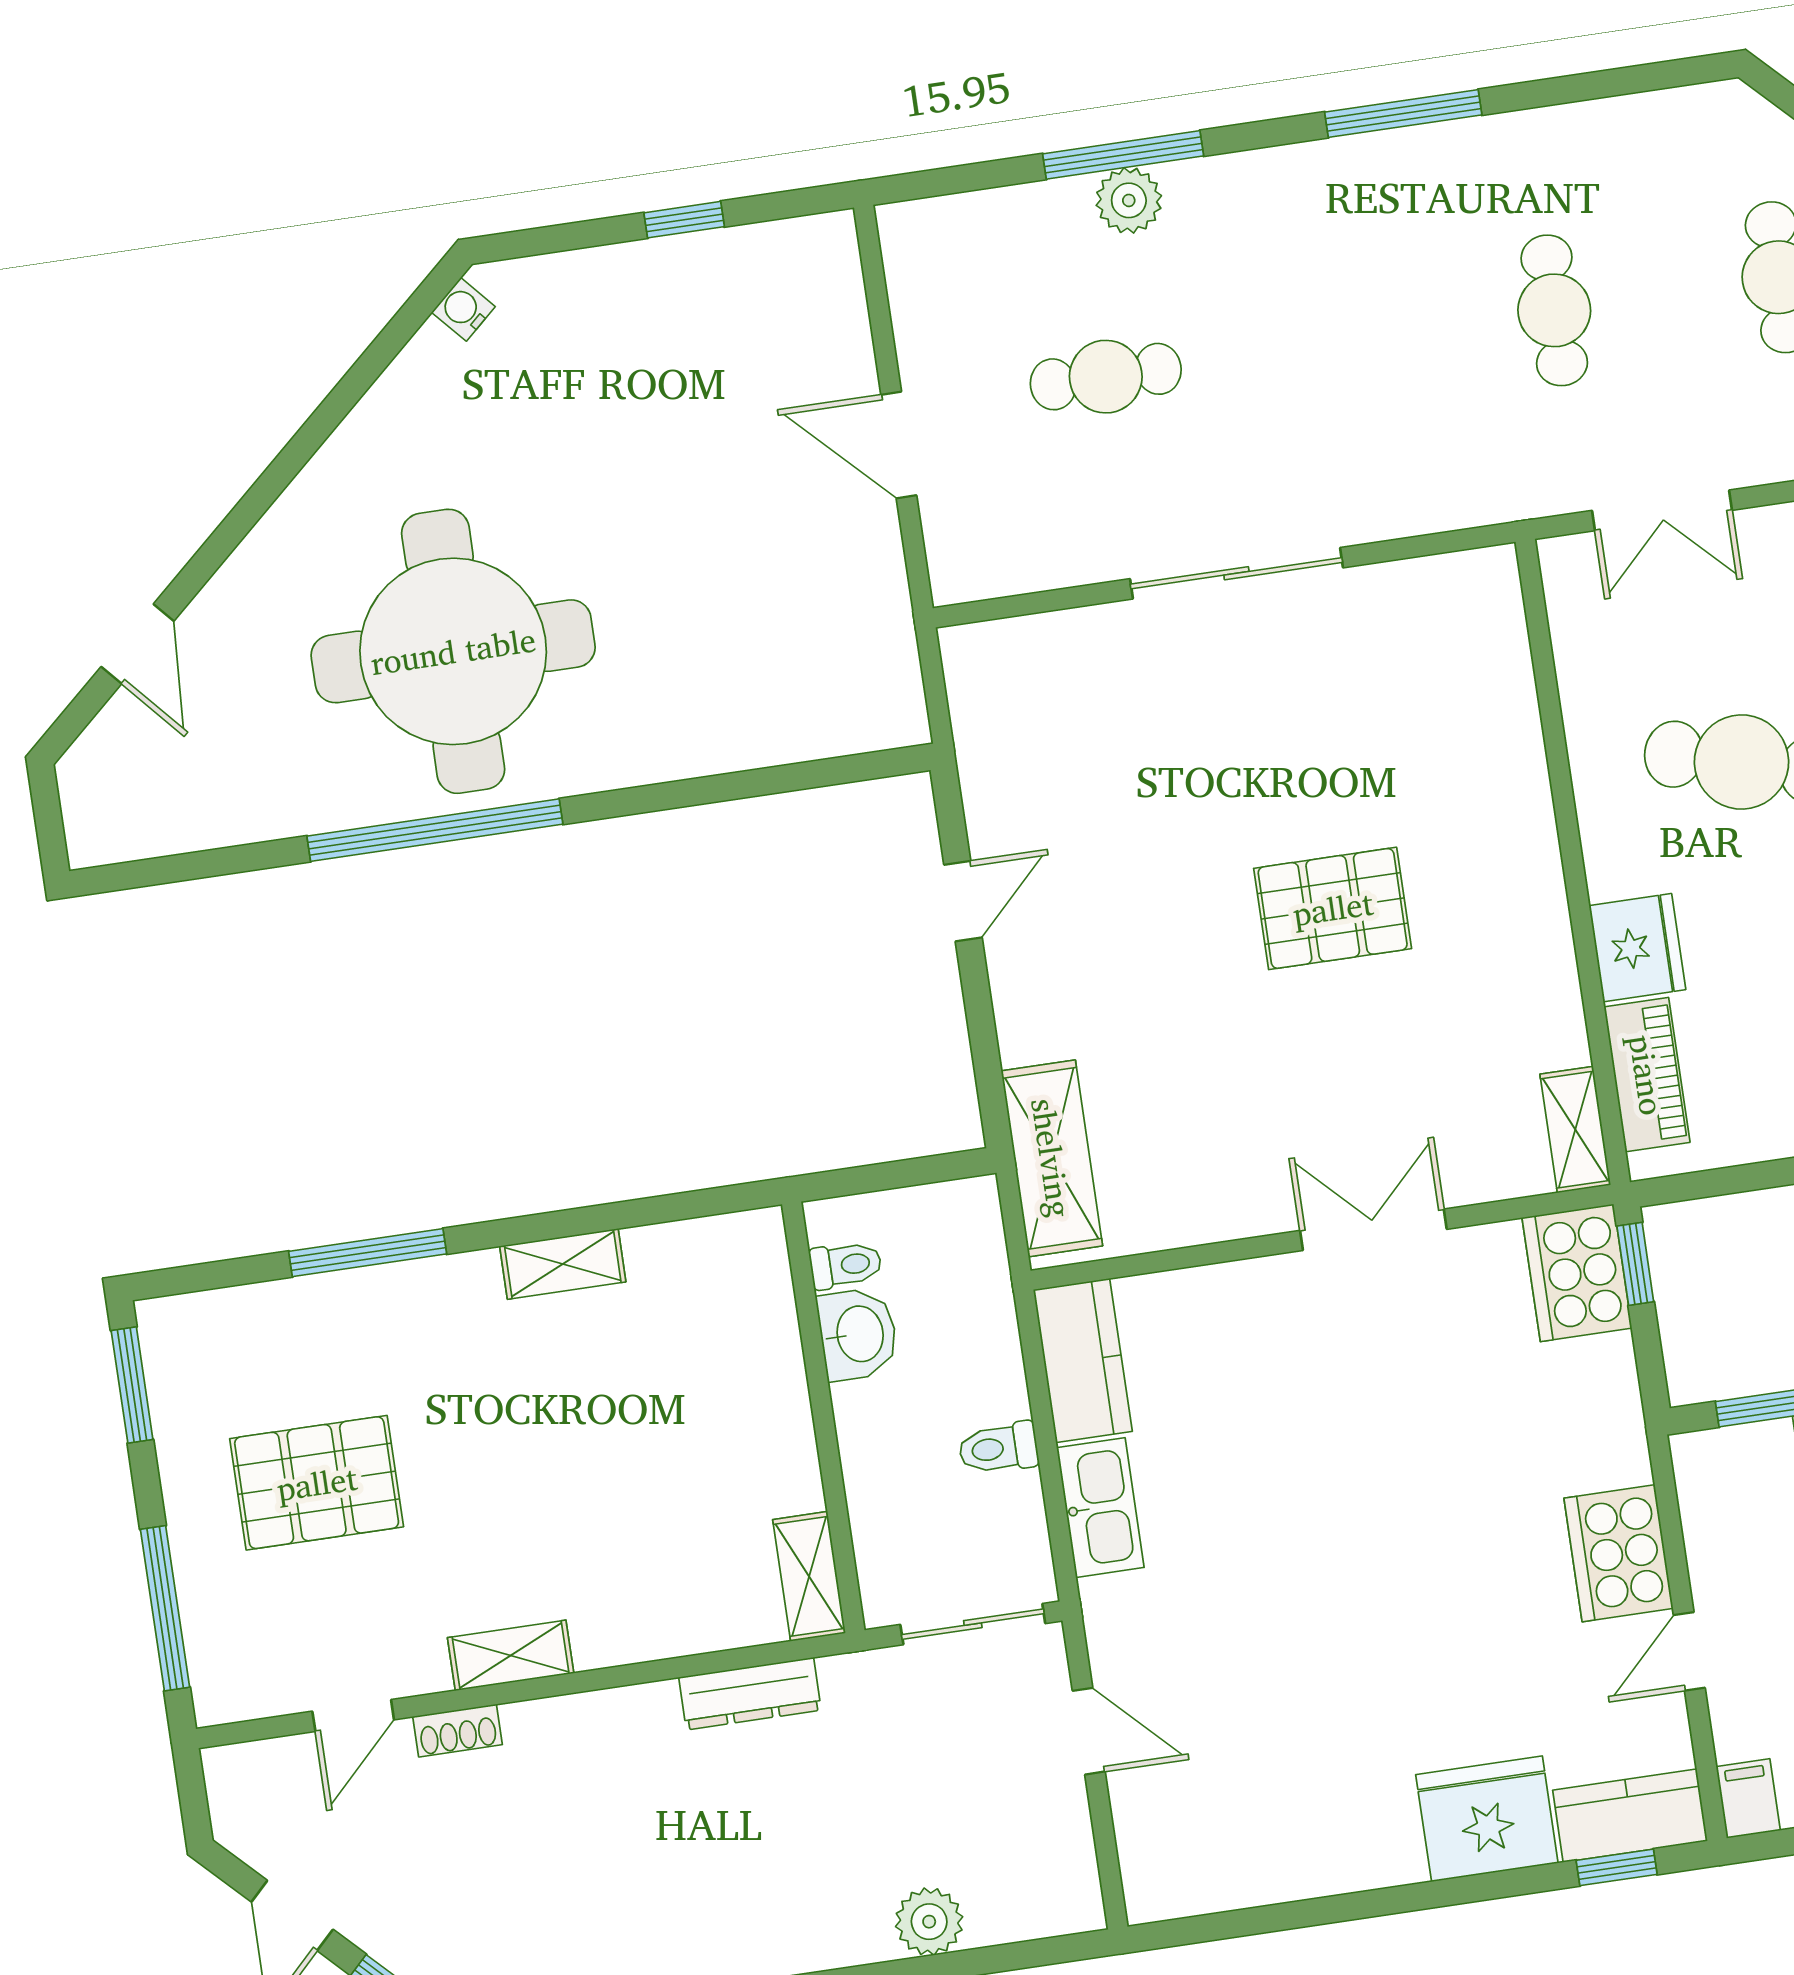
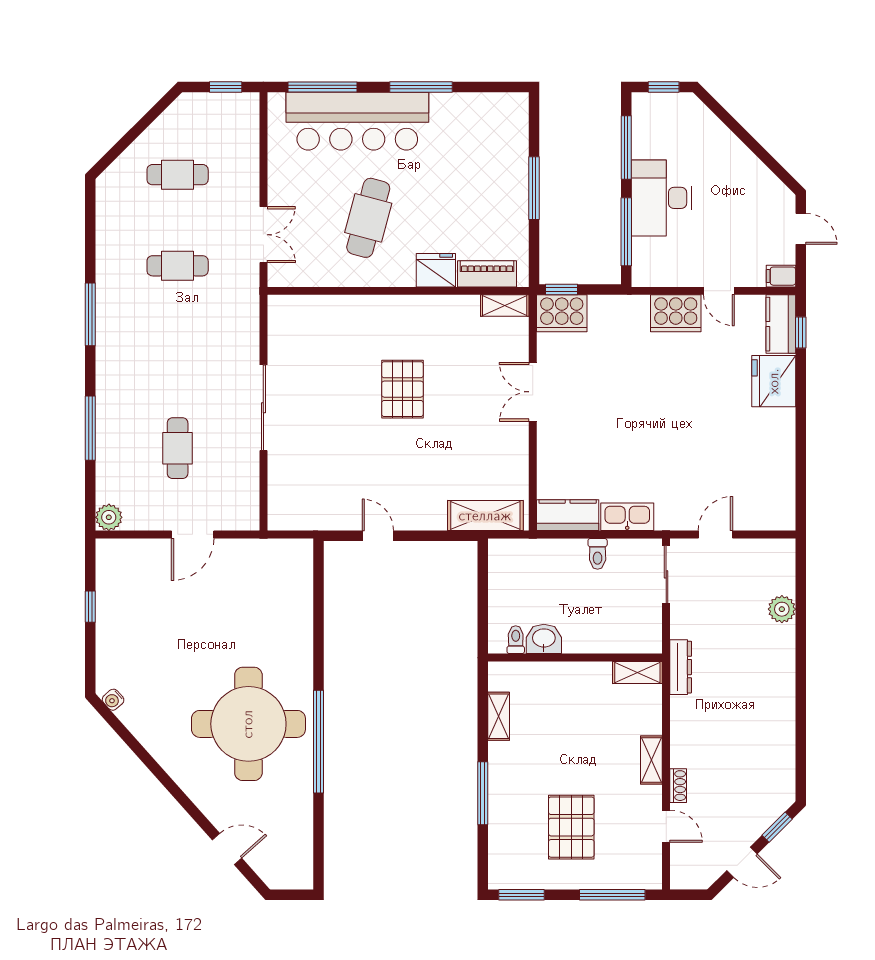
plant: (1129, 200) -> (109, 517), moved
toilet: (846, 1265) -> (516, 640), moved
washbasin: (858, 1334) -> (544, 639), moved
wall: (823, 1417) -> (575, 658), moved
shelving: (809, 1576) -> (637, 673), moved

